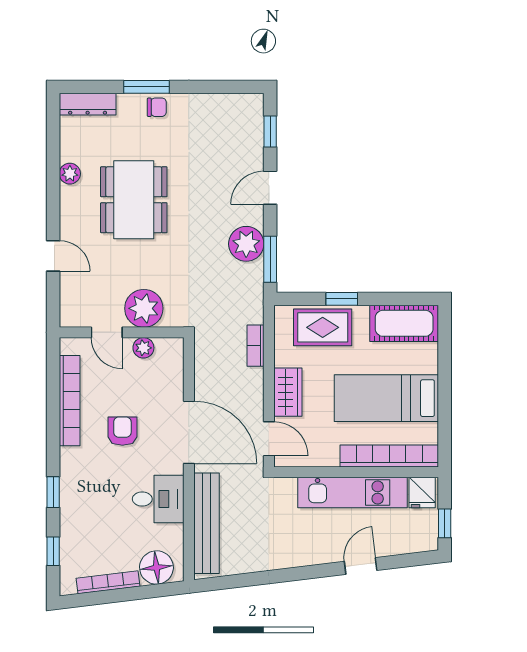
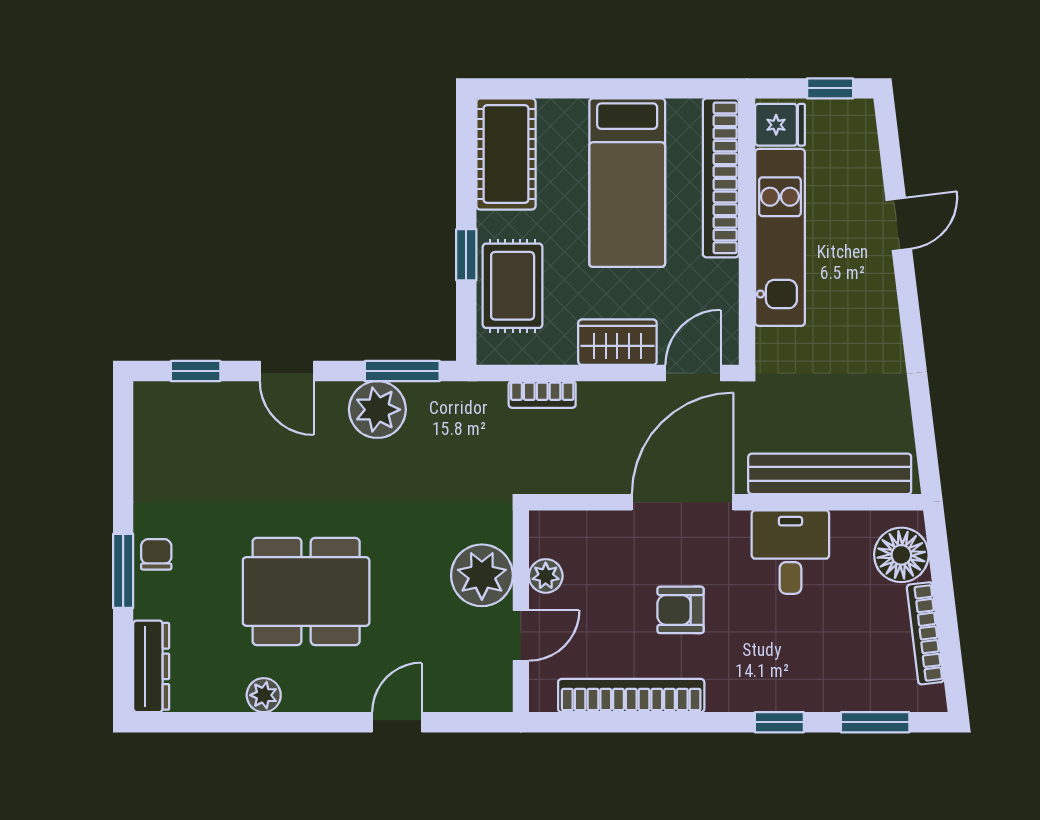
window: (53, 551) -> (875, 722), width x1.50
door: (361, 566) -> (899, 224), swing flipped

